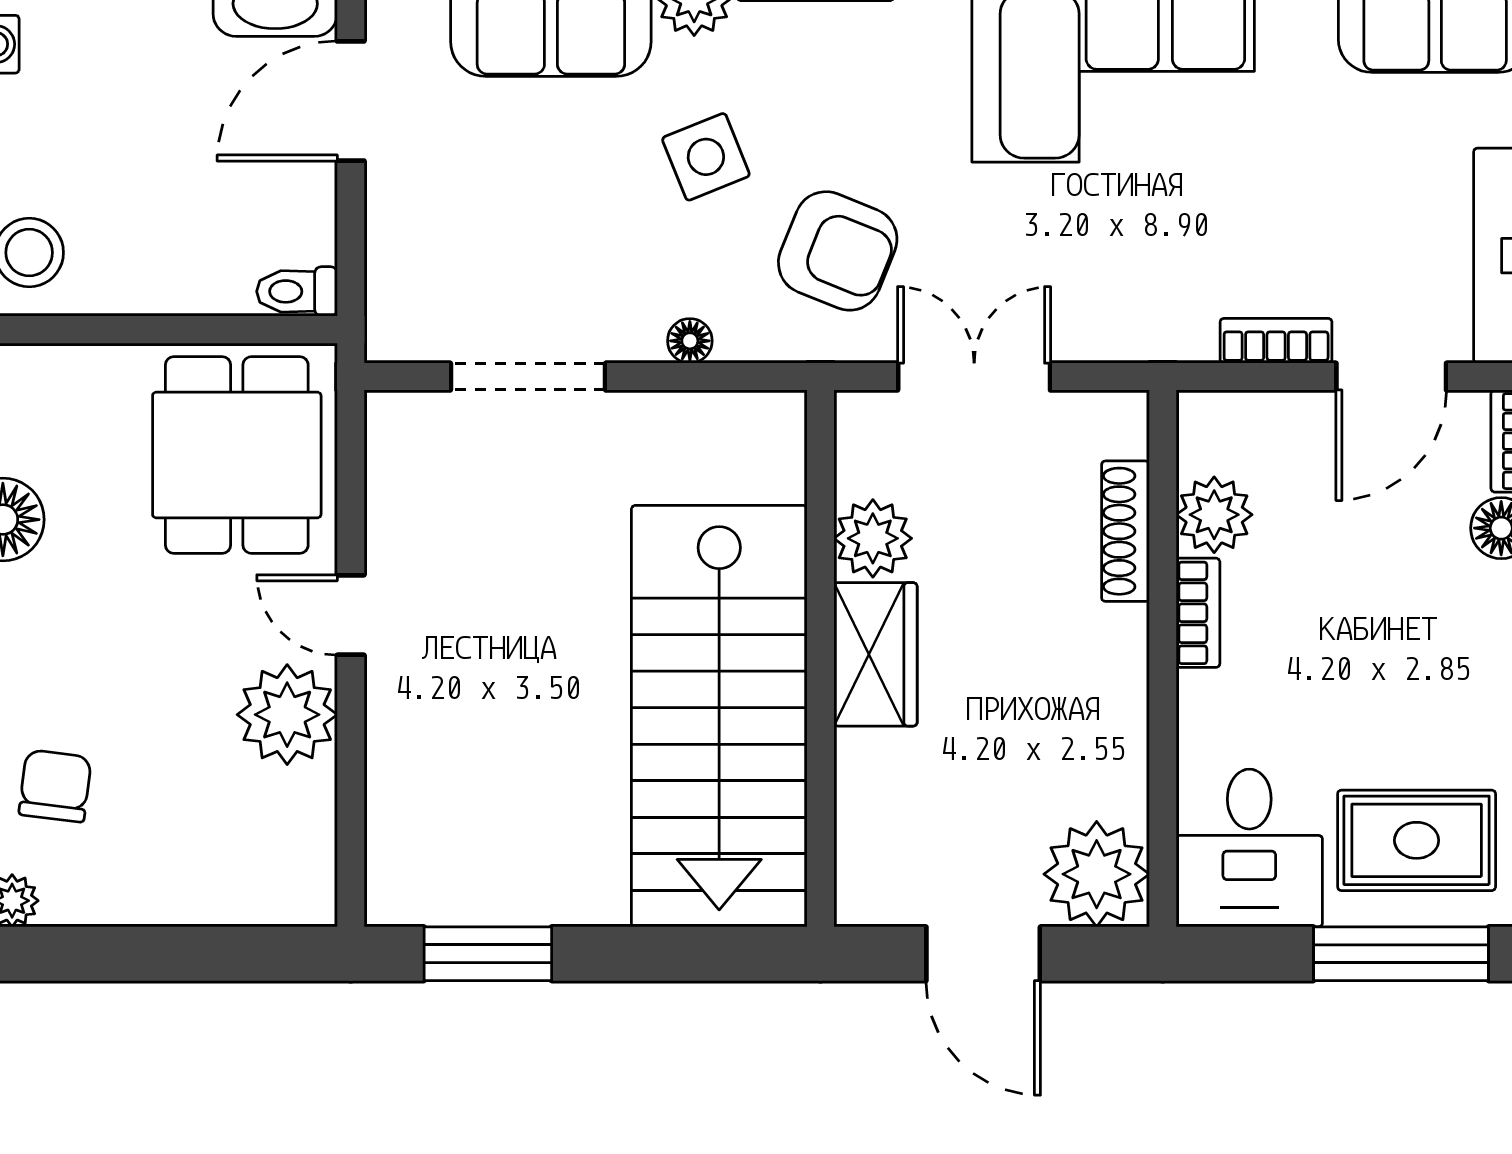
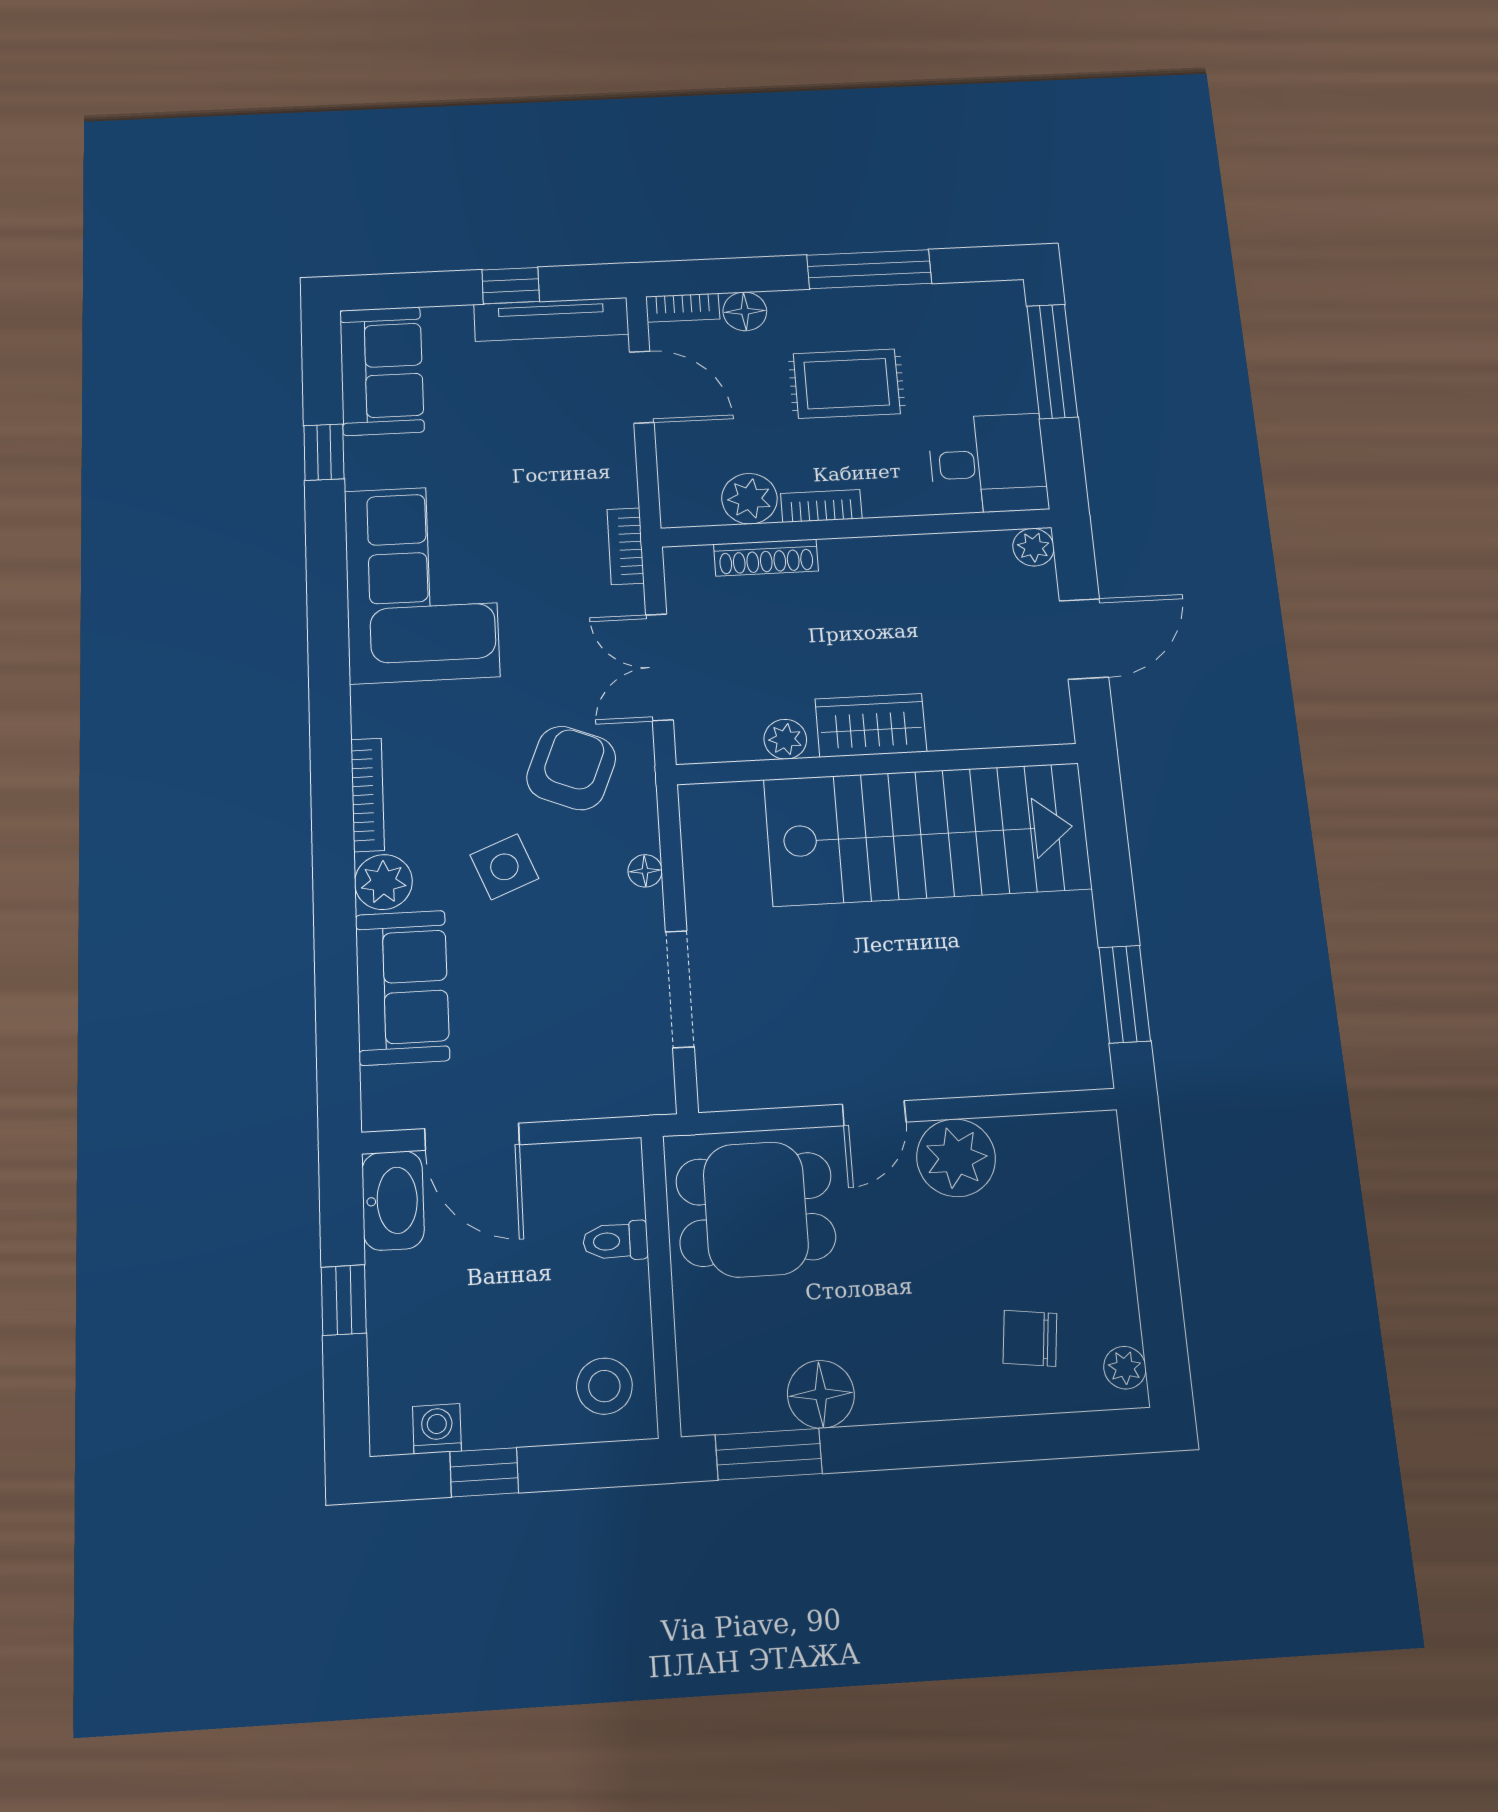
toilet: (297, 291) -> (615, 1241), moved, turned 90
bookcase: (1276, 341) -> (626, 546), moved
plant: (873, 538) -> (785, 739), width x0.73, depth x0.73
rug: (1417, 840) -> (847, 384), moved, turned 90
plant: (1097, 874) -> (1033, 547), width x0.53, depth x0.53

